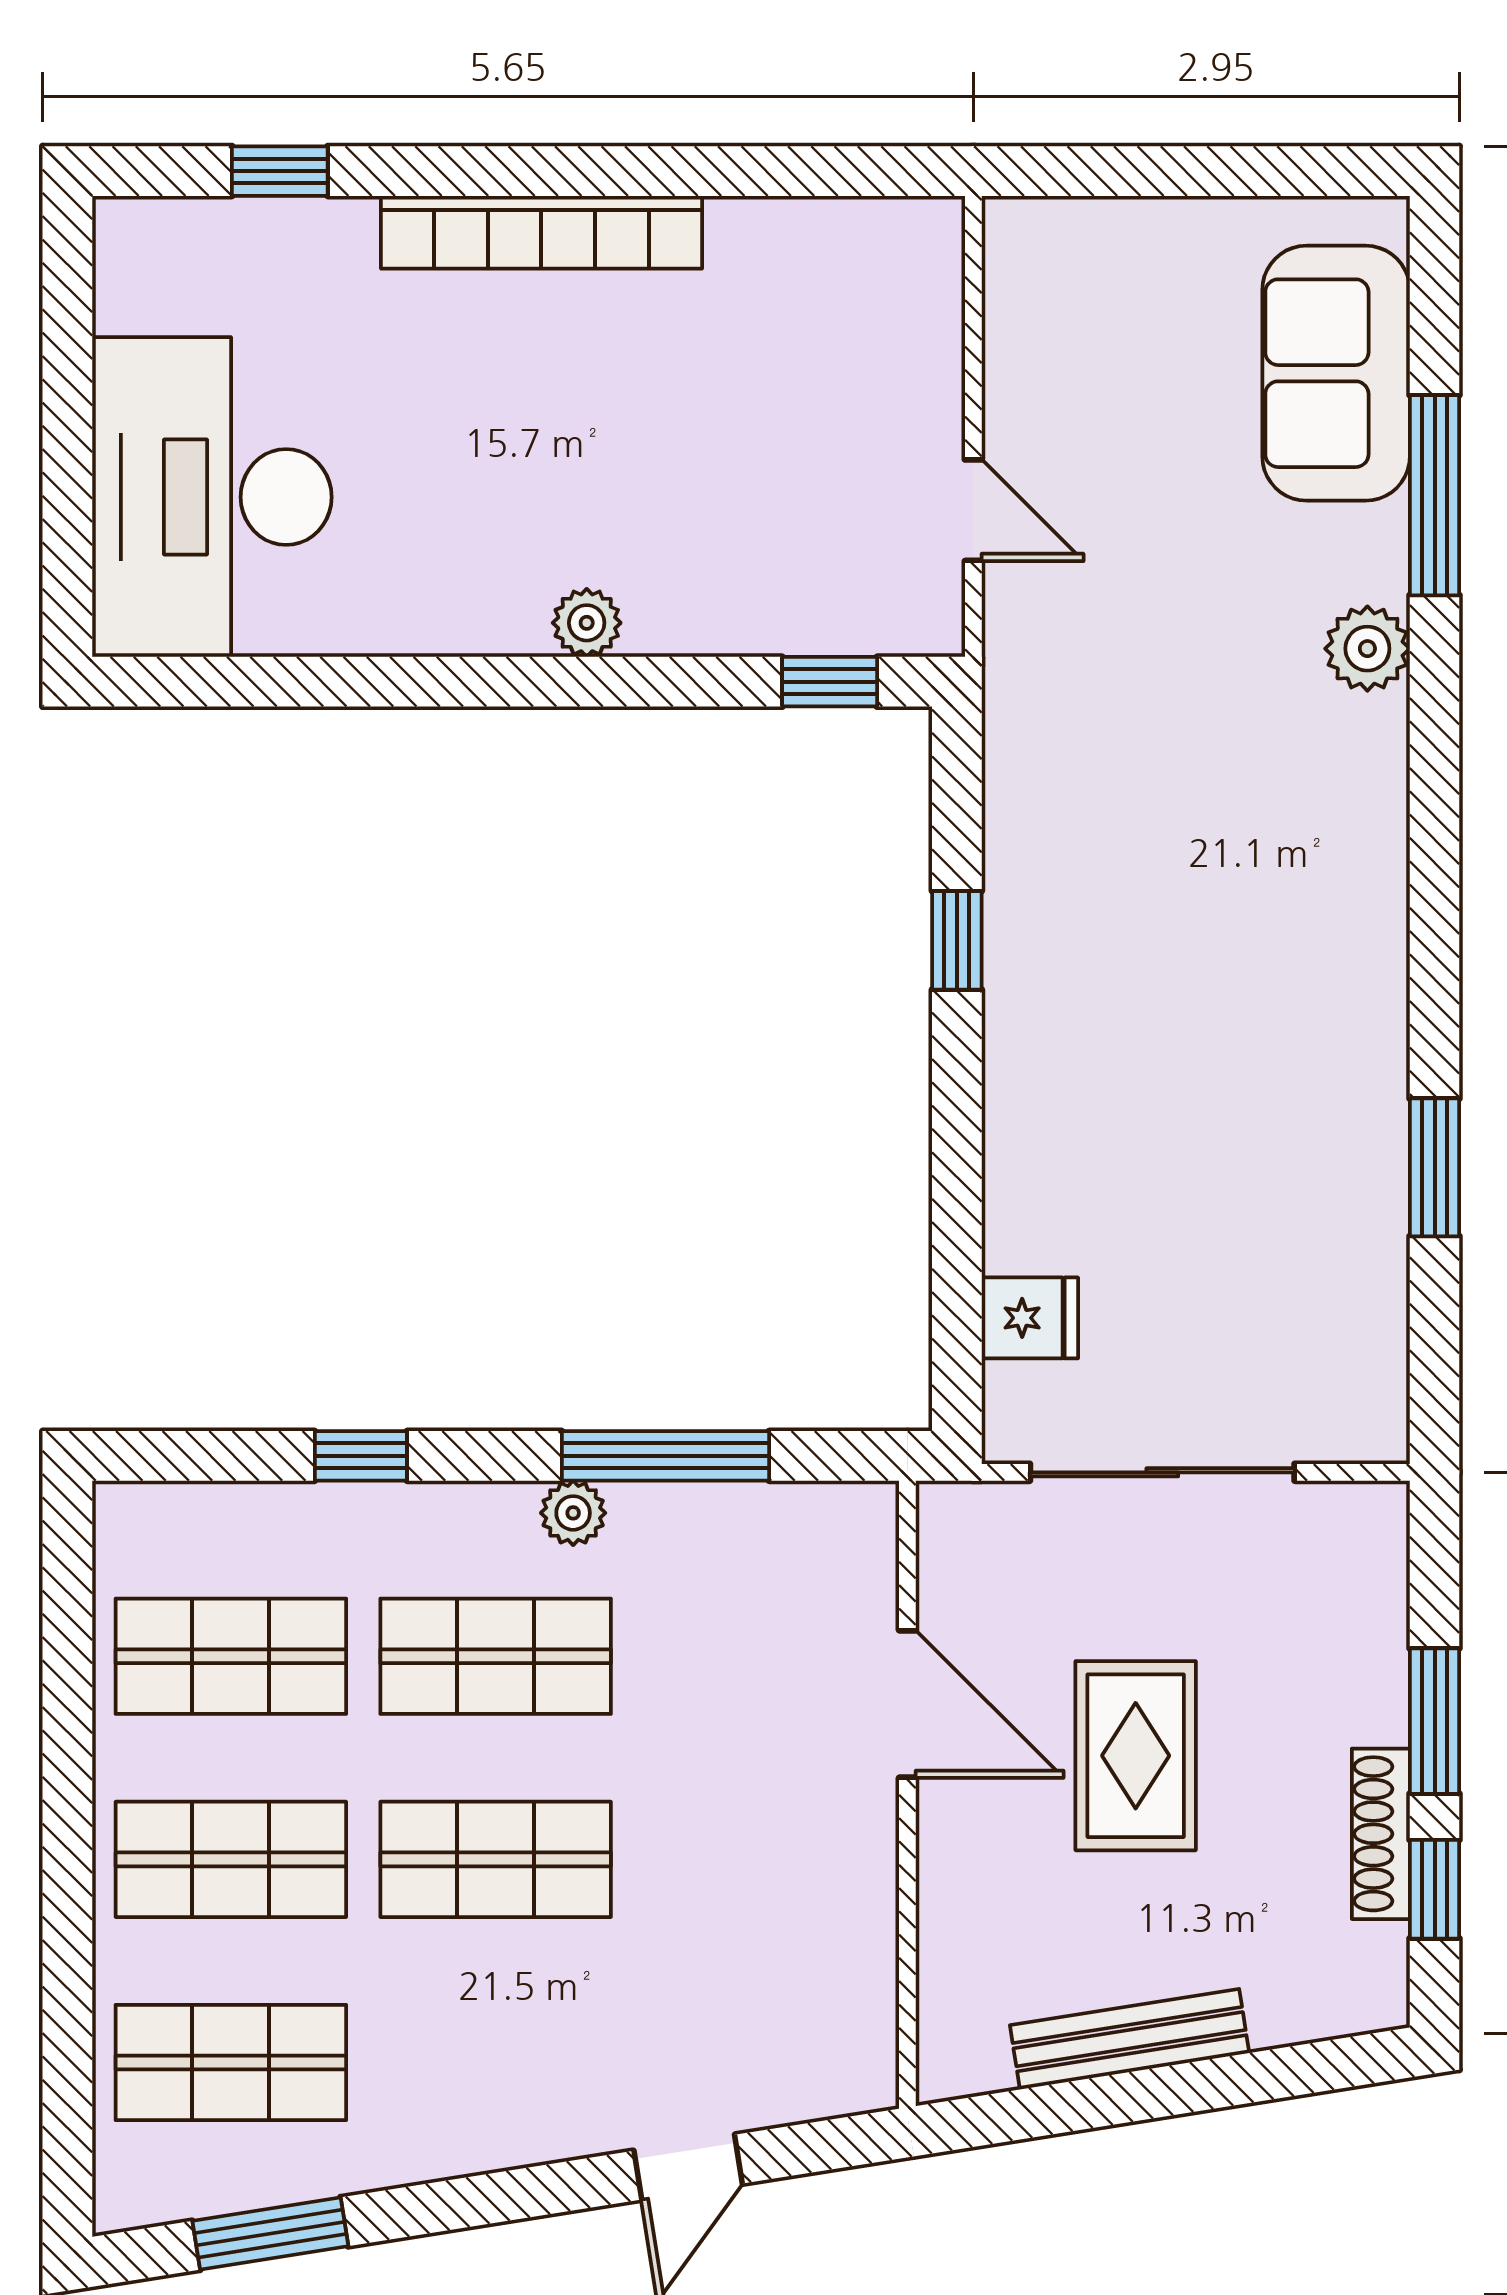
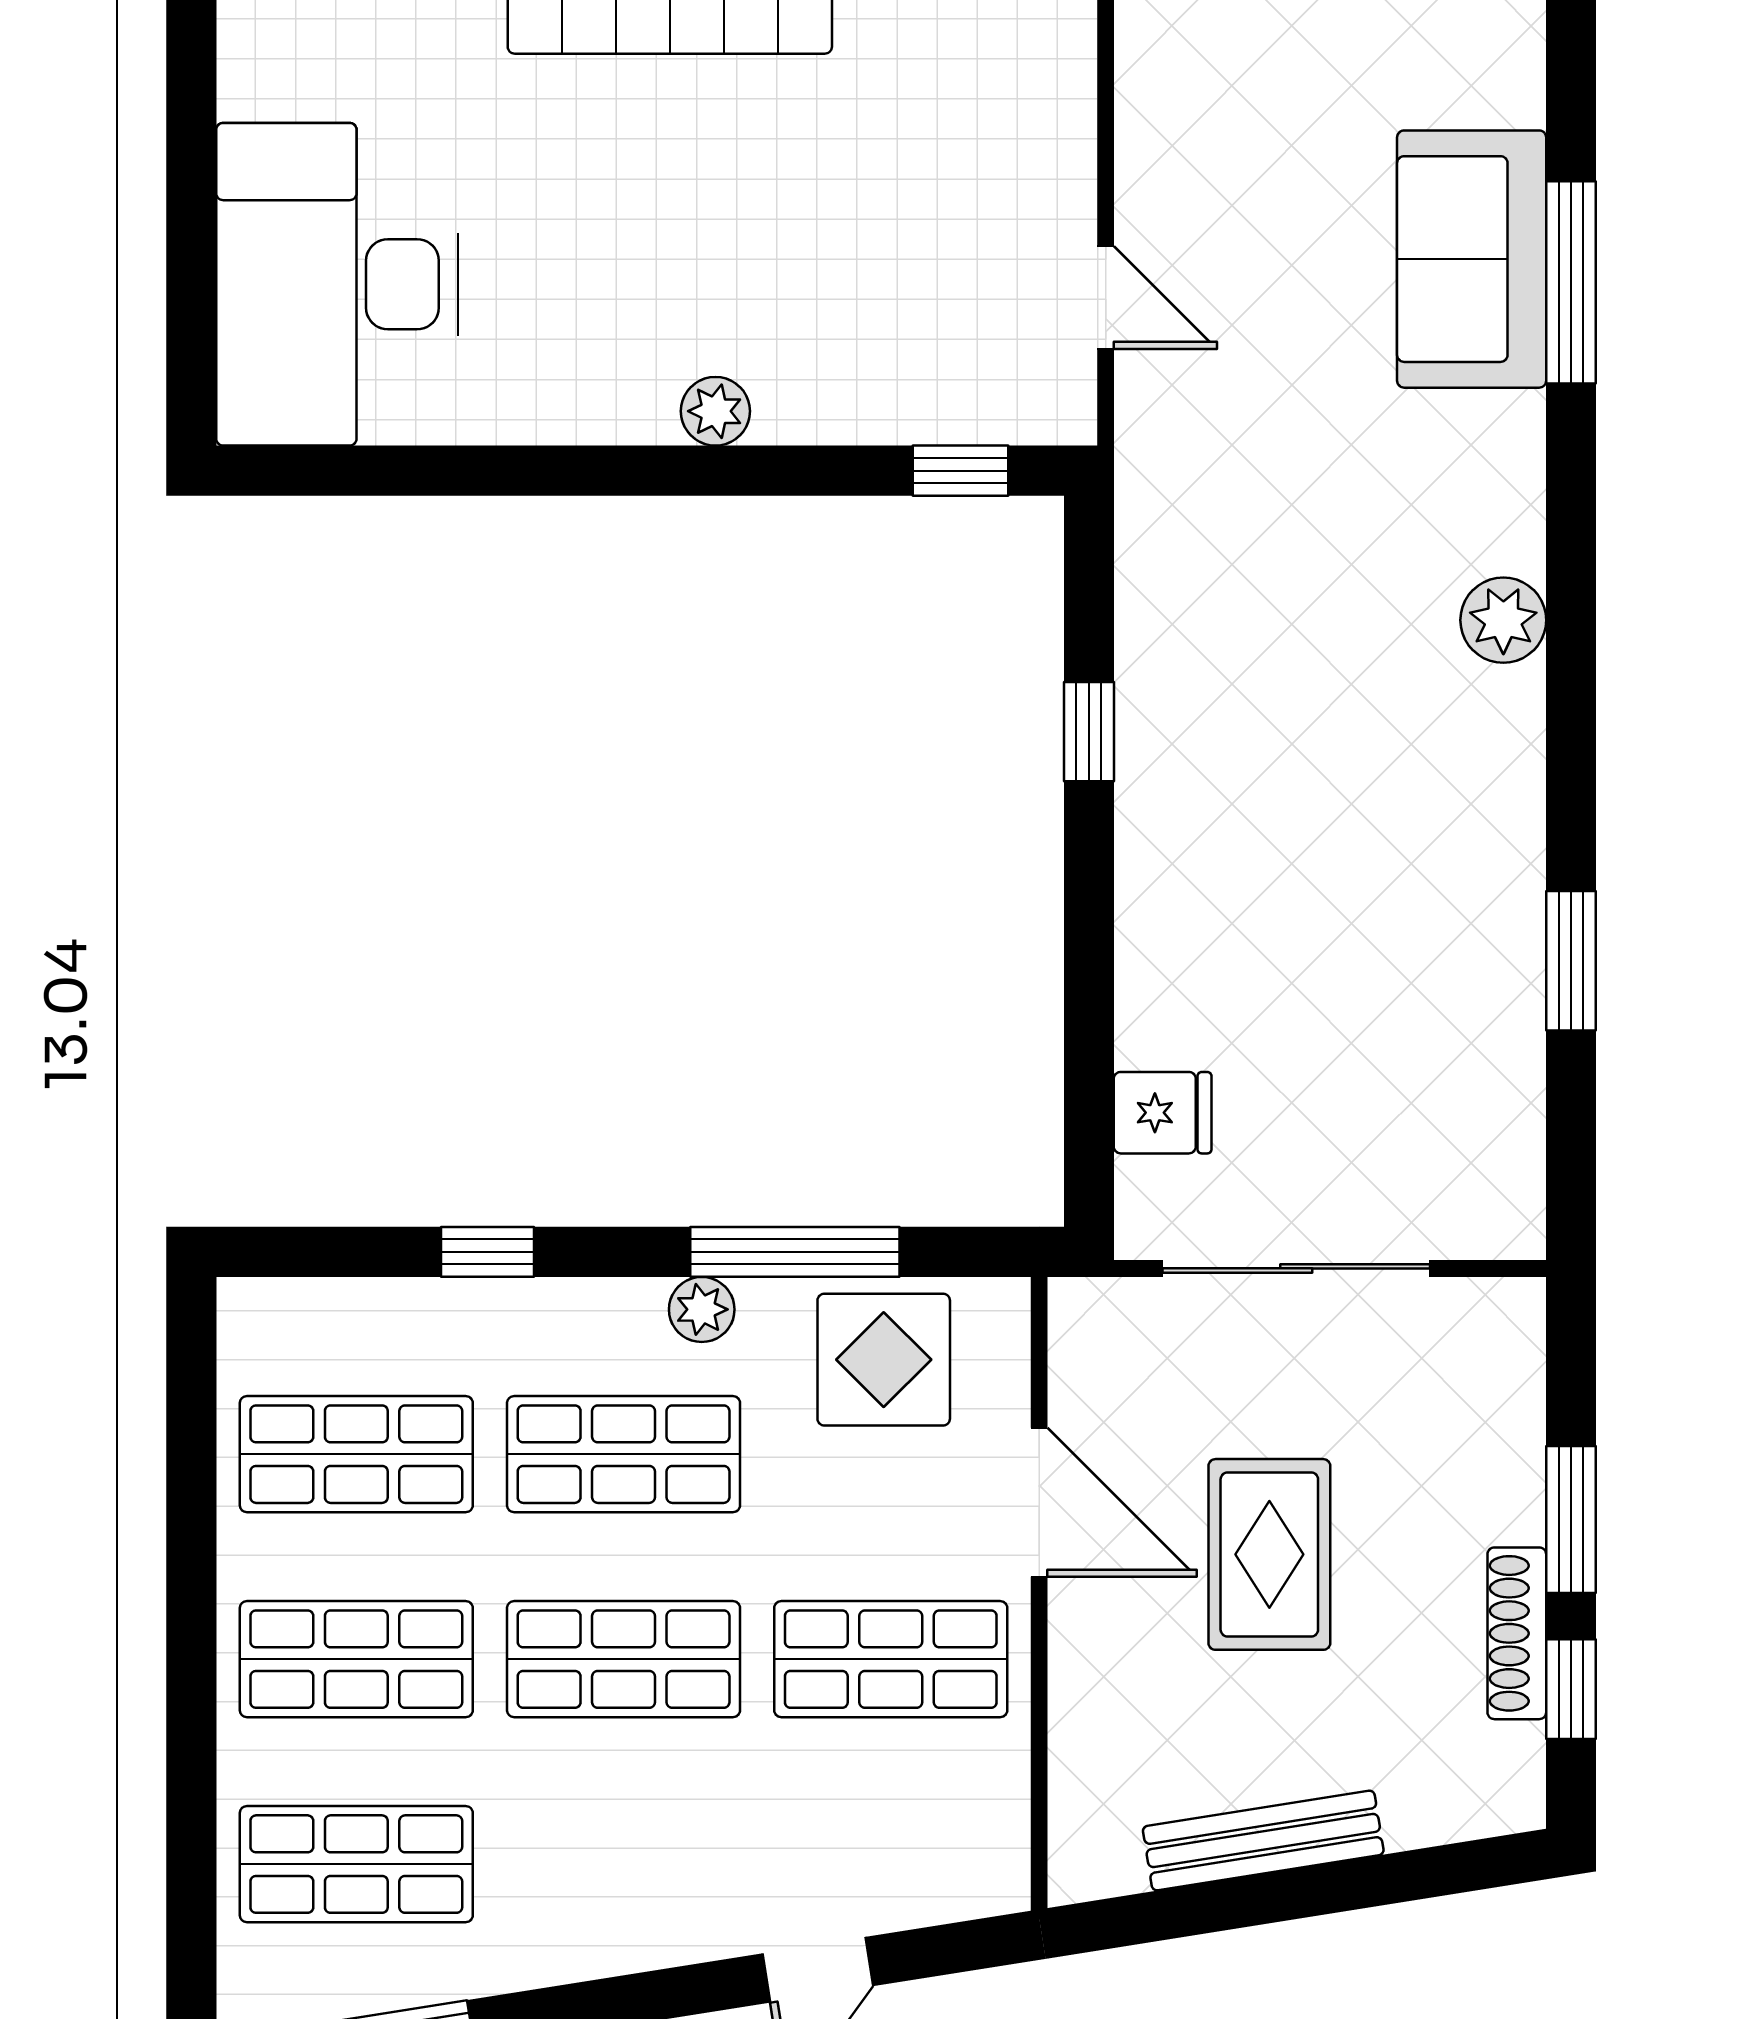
sofa: (1336, 373) -> (1472, 259), moved
plant: (1367, 649) -> (1503, 620), moved
display table: (753, 1563) -> (884, 1360), added
shop shelf: (760, 1859) -> (891, 1659), added

